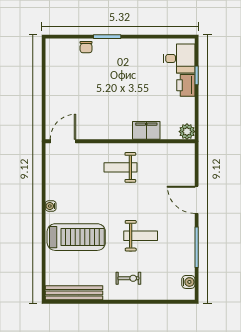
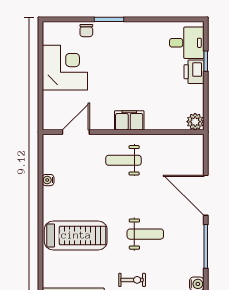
corner desk: (66, 82) -> (65, 68), added
filing cabinet: (146, 130) -> (129, 120), moved
door: (63, 141) -> (76, 132), moved
door: (197, 200) -> (206, 195), width x1.36
water cooler: (51, 206) -> (48, 180), moved

